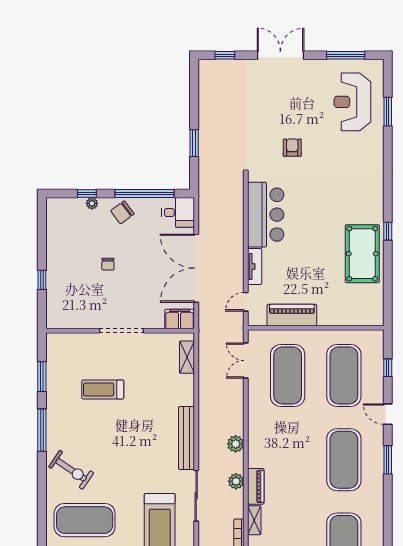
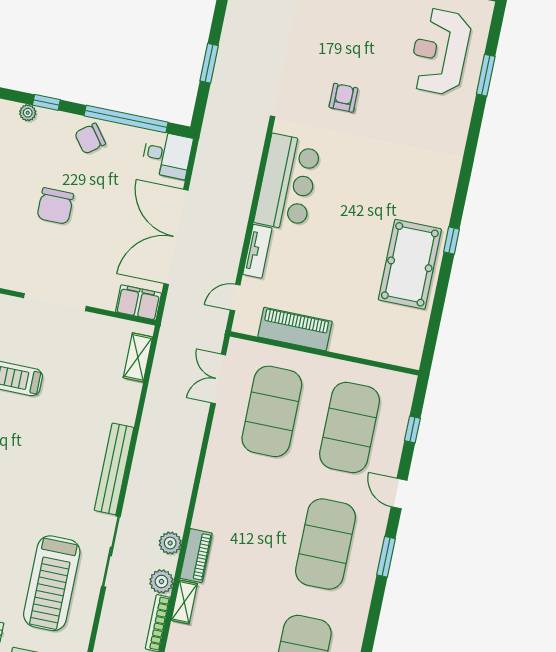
plant: (92, 203) -> (28, 113), moved
chair: (108, 264) -> (55, 206), width x1.87, depth x1.87
plant: (236, 444) -> (161, 581), moved

